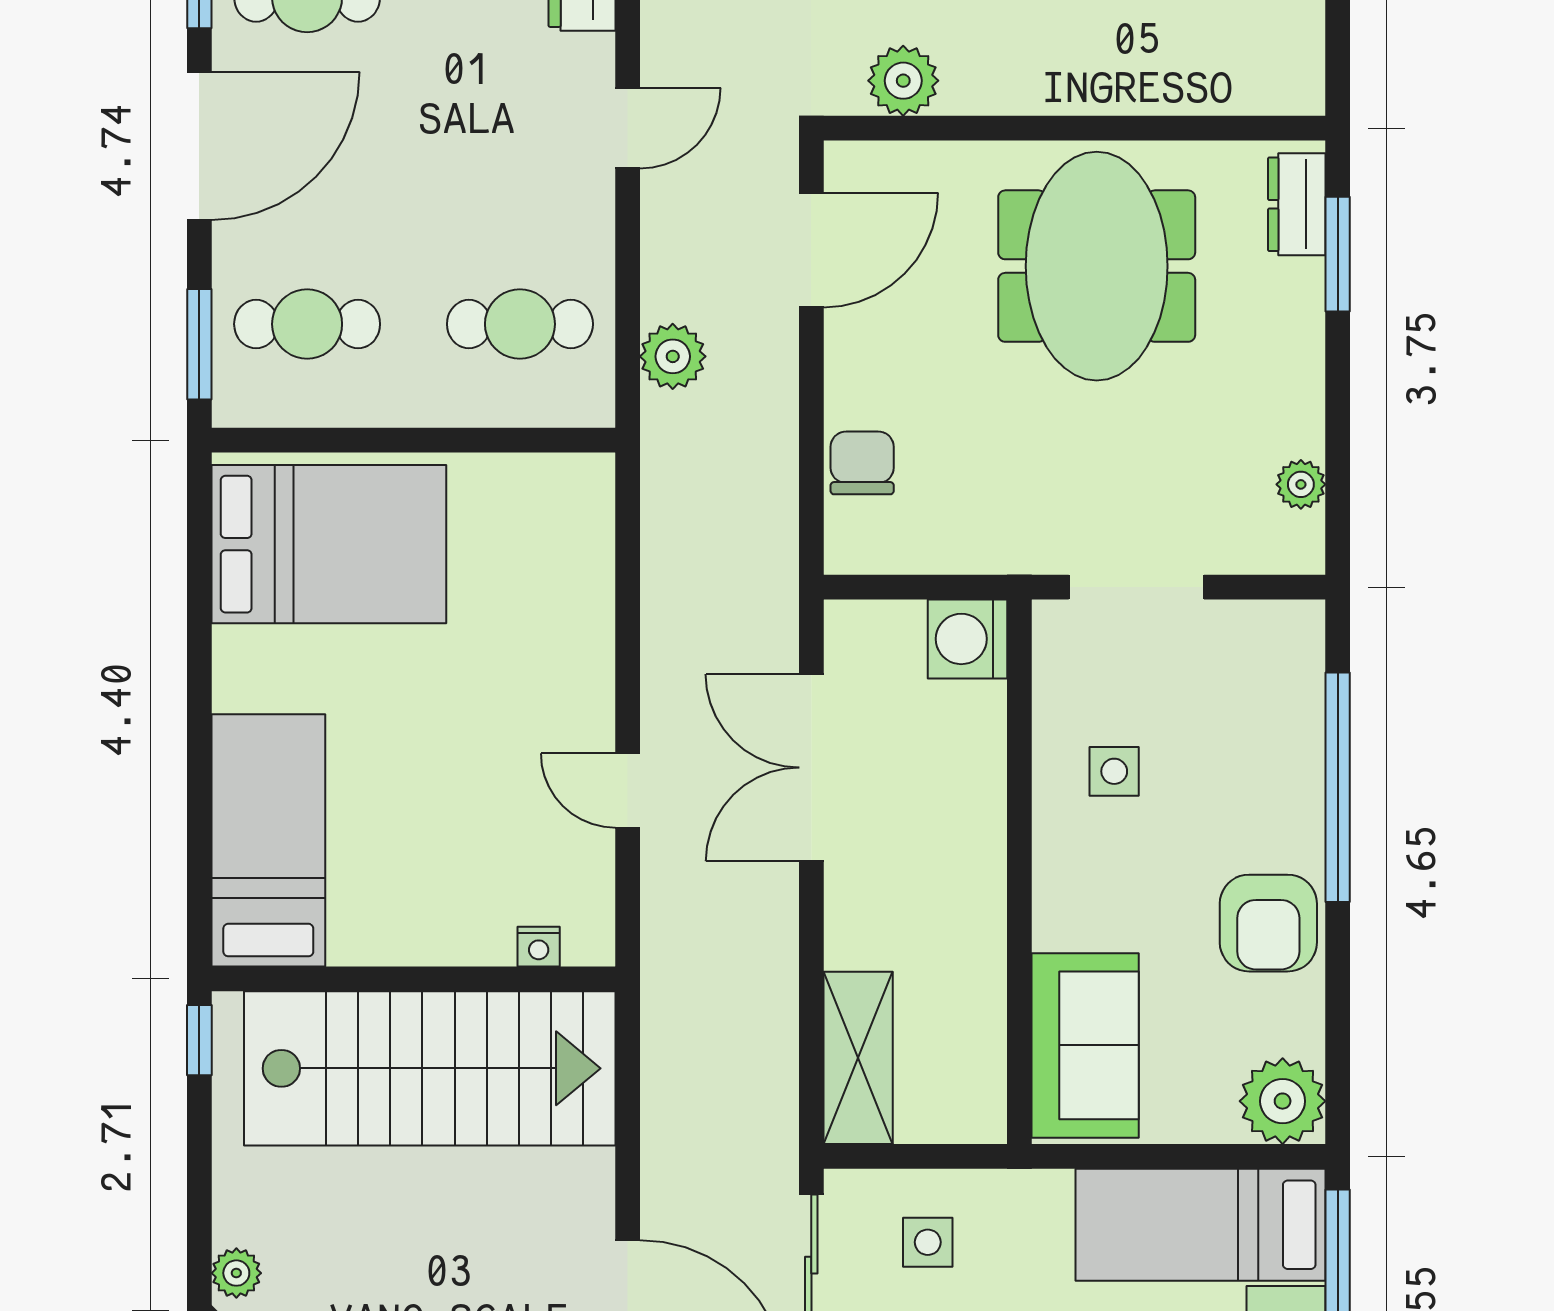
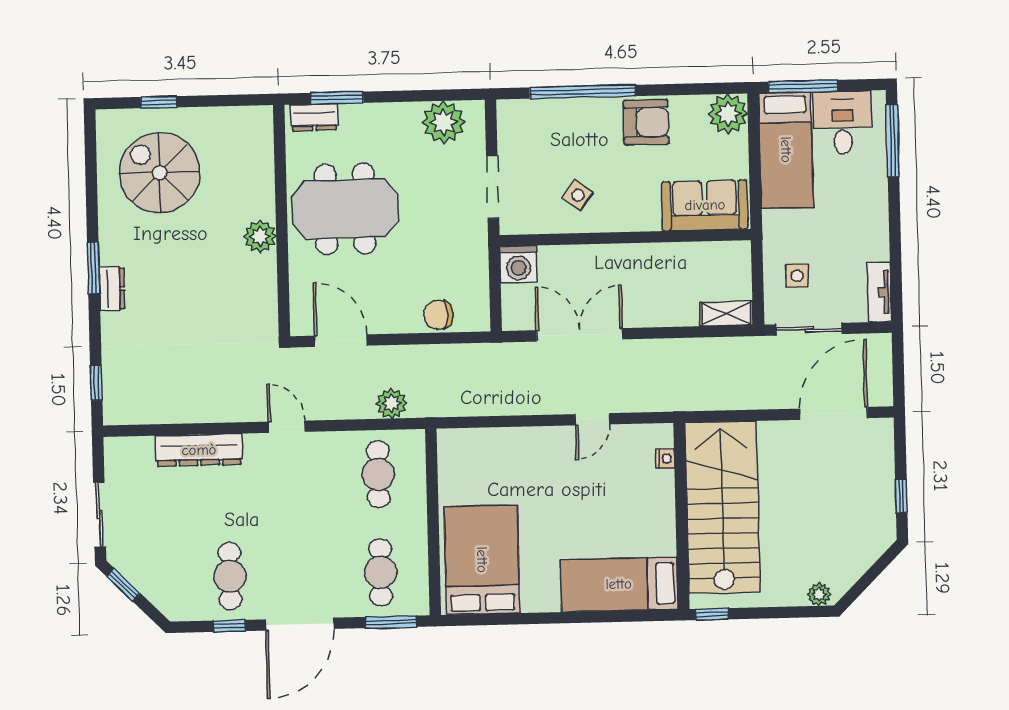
plant: (903, 81) -> (260, 236), moved
door: (199, 146) -> (300, 624), swing flipped
plant: (1301, 484) -> (444, 122), width x1.88, depth x1.88
double door: (811, 768) -> (580, 335), swing flipped
side table: (1114, 771) -> (578, 195), turned 37
shelving: (858, 1058) -> (726, 314), width x0.67, depth x0.75

